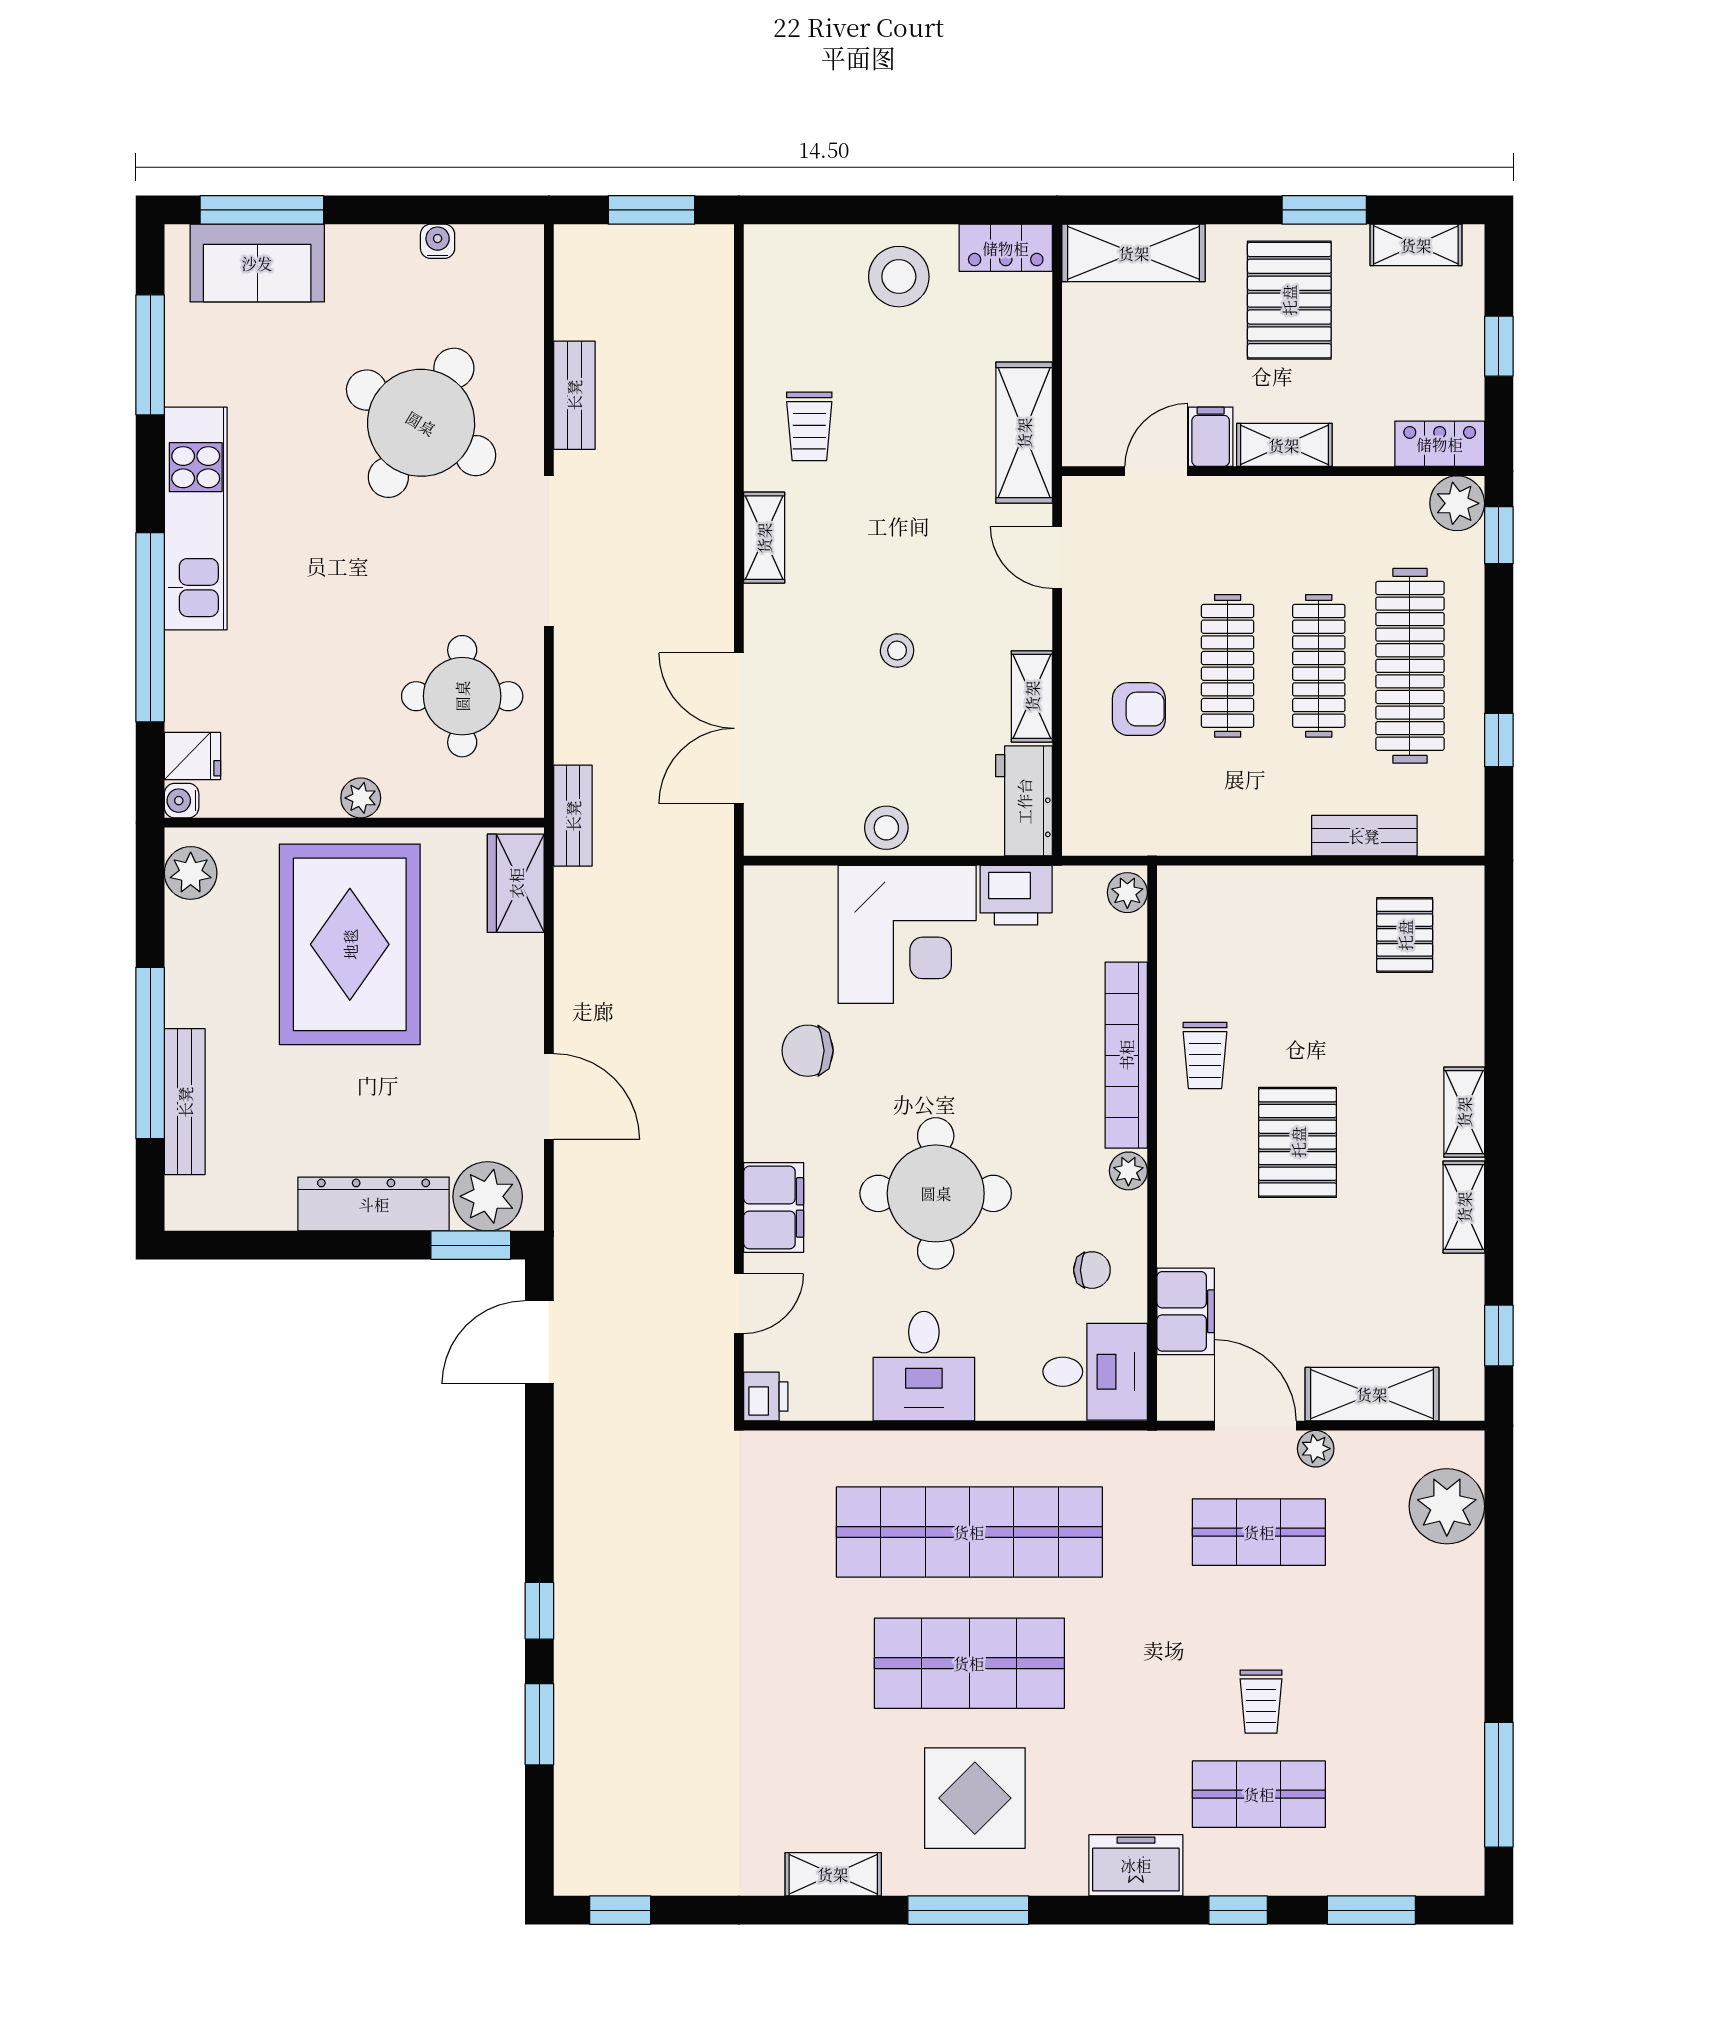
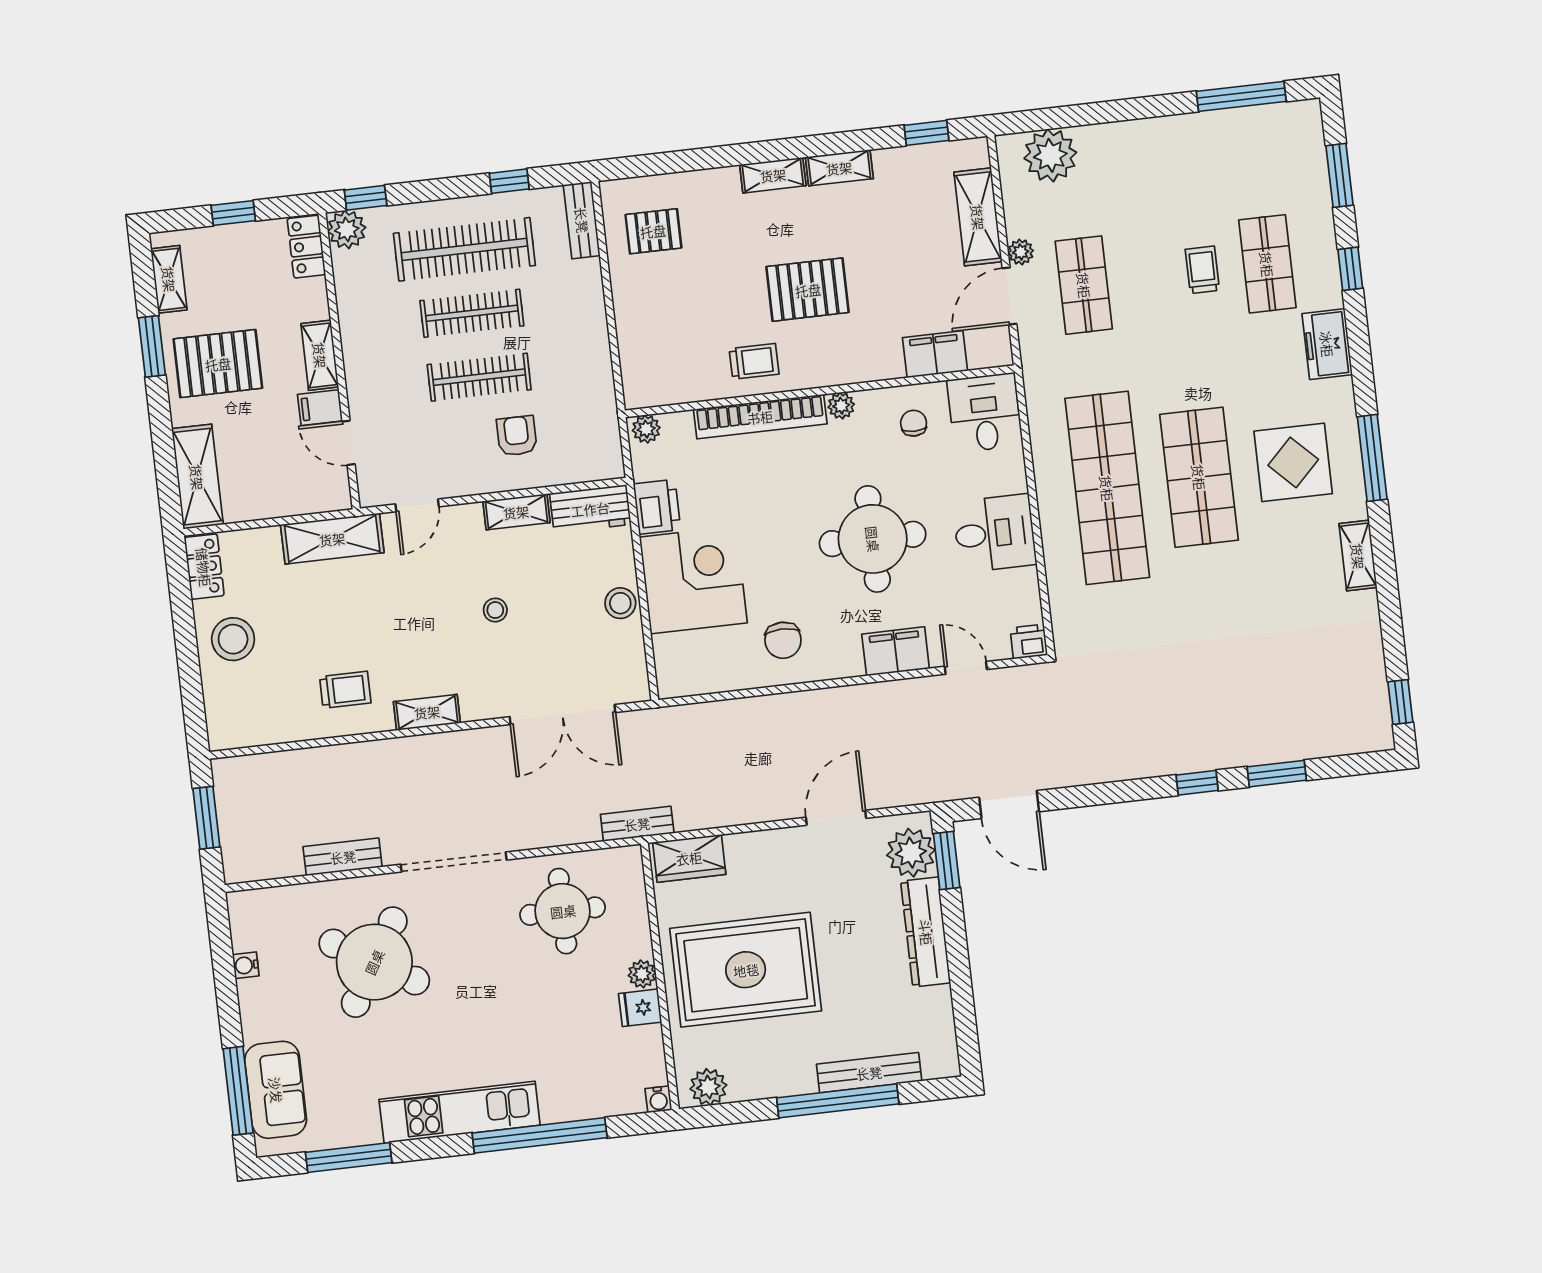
fridge: (192, 756) -> (640, 1008), moved, turned -90
bench: (1364, 836) -> (582, 220), moved
trolley: (1261, 1702) -> (1202, 270), turned -90

